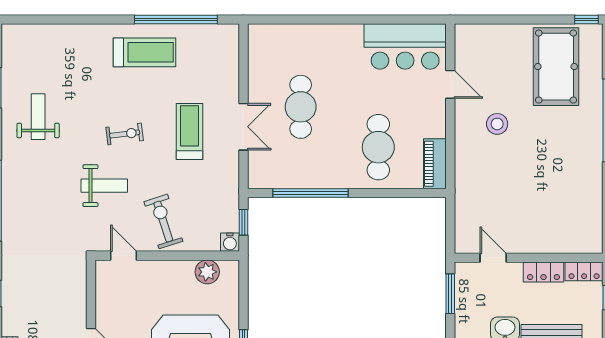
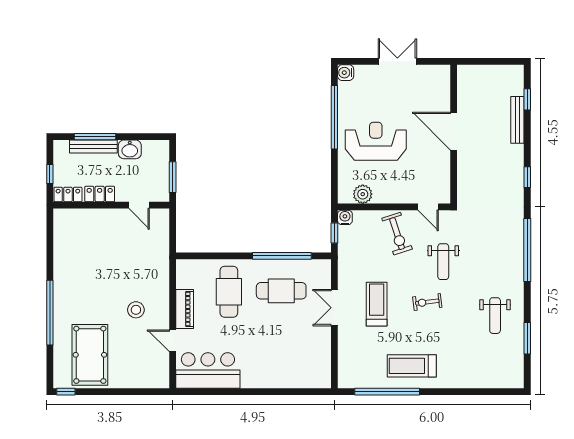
cafe table: (301, 107) -> (281, 291), moved, turned 90
treadmill: (189, 131) -> (377, 304), turned 180
piano: (435, 164) -> (185, 309), moved
weight bench: (104, 186) -> (443, 262), turned -90

